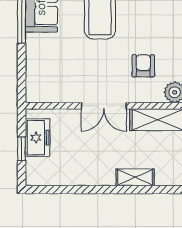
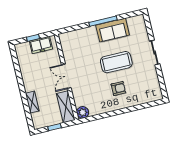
armchair: (143, 66) -> (118, 88), moved

